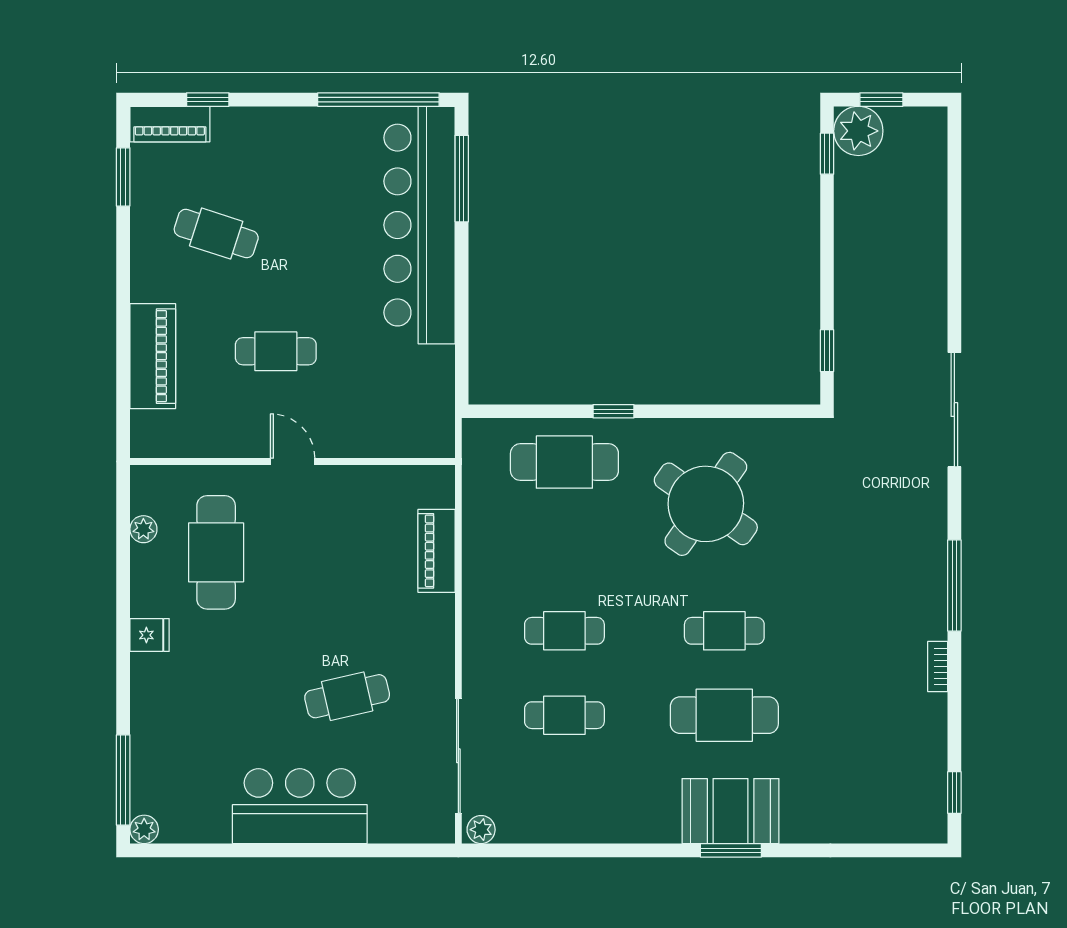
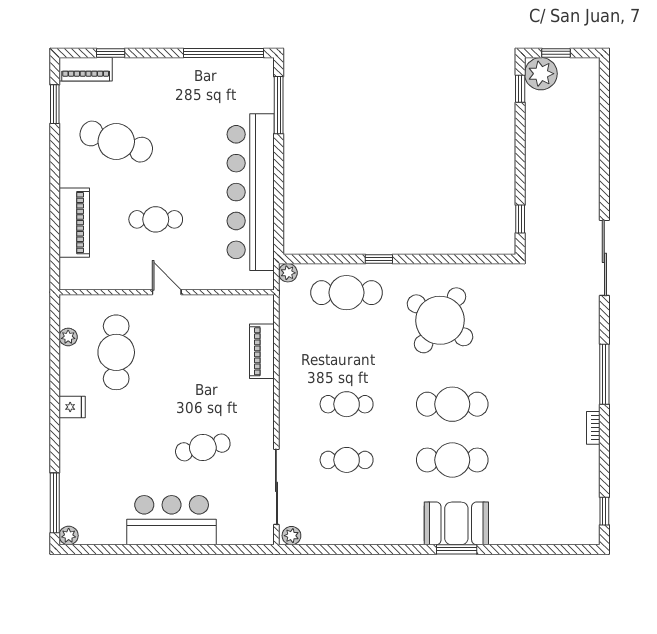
bar counter: (419, 225) -> (251, 192), moved
cafe table: (216, 234) -> (116, 142), width x1.37, depth x1.35
plant: (476, 432) -> (288, 273), added
cafe table: (724, 631) -> (452, 404), width x1.37, depth x1.35

